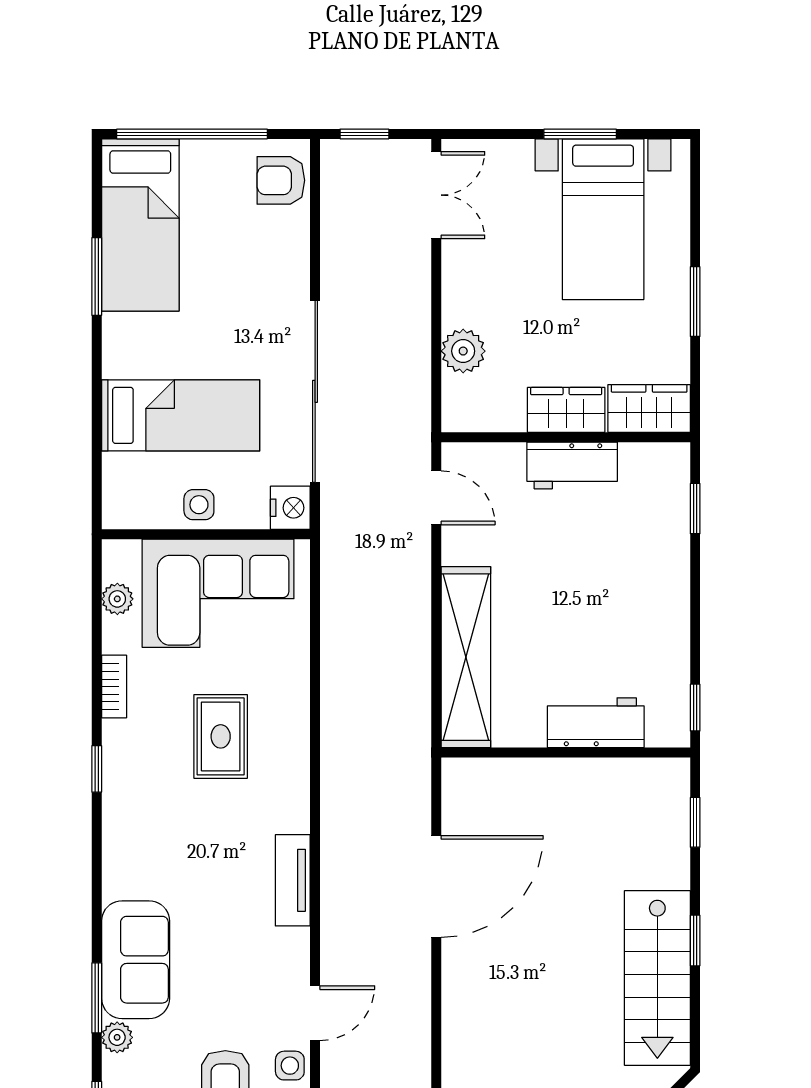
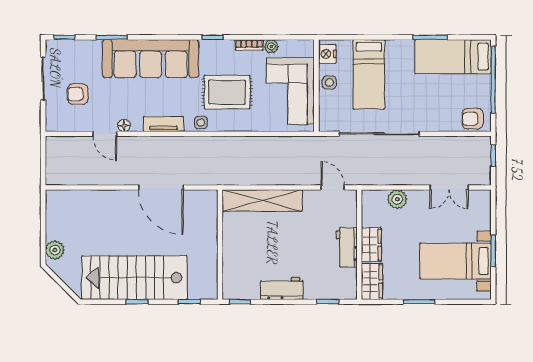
armchair: (281, 180) -> (473, 119), turned -90
double door: (436, 195) -> (449, 187), moved
door: (436, 498) -> (332, 187), swing flipped
nightstand: (290, 508) -> (327, 54), moved, turned 90
plant: (117, 599) -> (271, 46), moved
workbench: (596, 723) -> (282, 289), moved, turned -90
rug: (221, 736) -> (227, 92), width x1.36, depth x1.43
sofa: (136, 960) -> (151, 59), width x1.85, depth x1.27
floor lamp: (296, 970) -> (124, 125), added
stairs: (657, 978) -> (134, 278), width x1.36, depth x1.51
plant: (117, 1037) -> (94, 46), removed
side table: (290, 1066) -> (201, 122), moved

